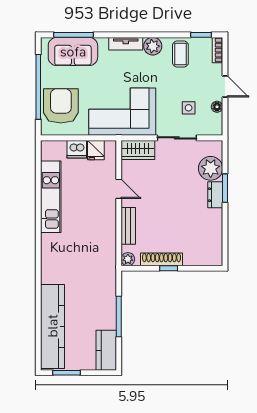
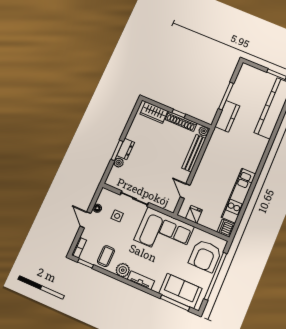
dishwasher: (77, 149) -> (226, 228), moved, turned -90
wardrobe: (138, 150) -> (154, 112), moved, turned 180
plant: (211, 168) -> (119, 163), width x0.53, depth x0.53
door: (119, 189) -> (185, 191), moved
bench: (128, 226) -> (194, 153), width x1.36
kitchen counter: (106, 350) -> (227, 116), moved

